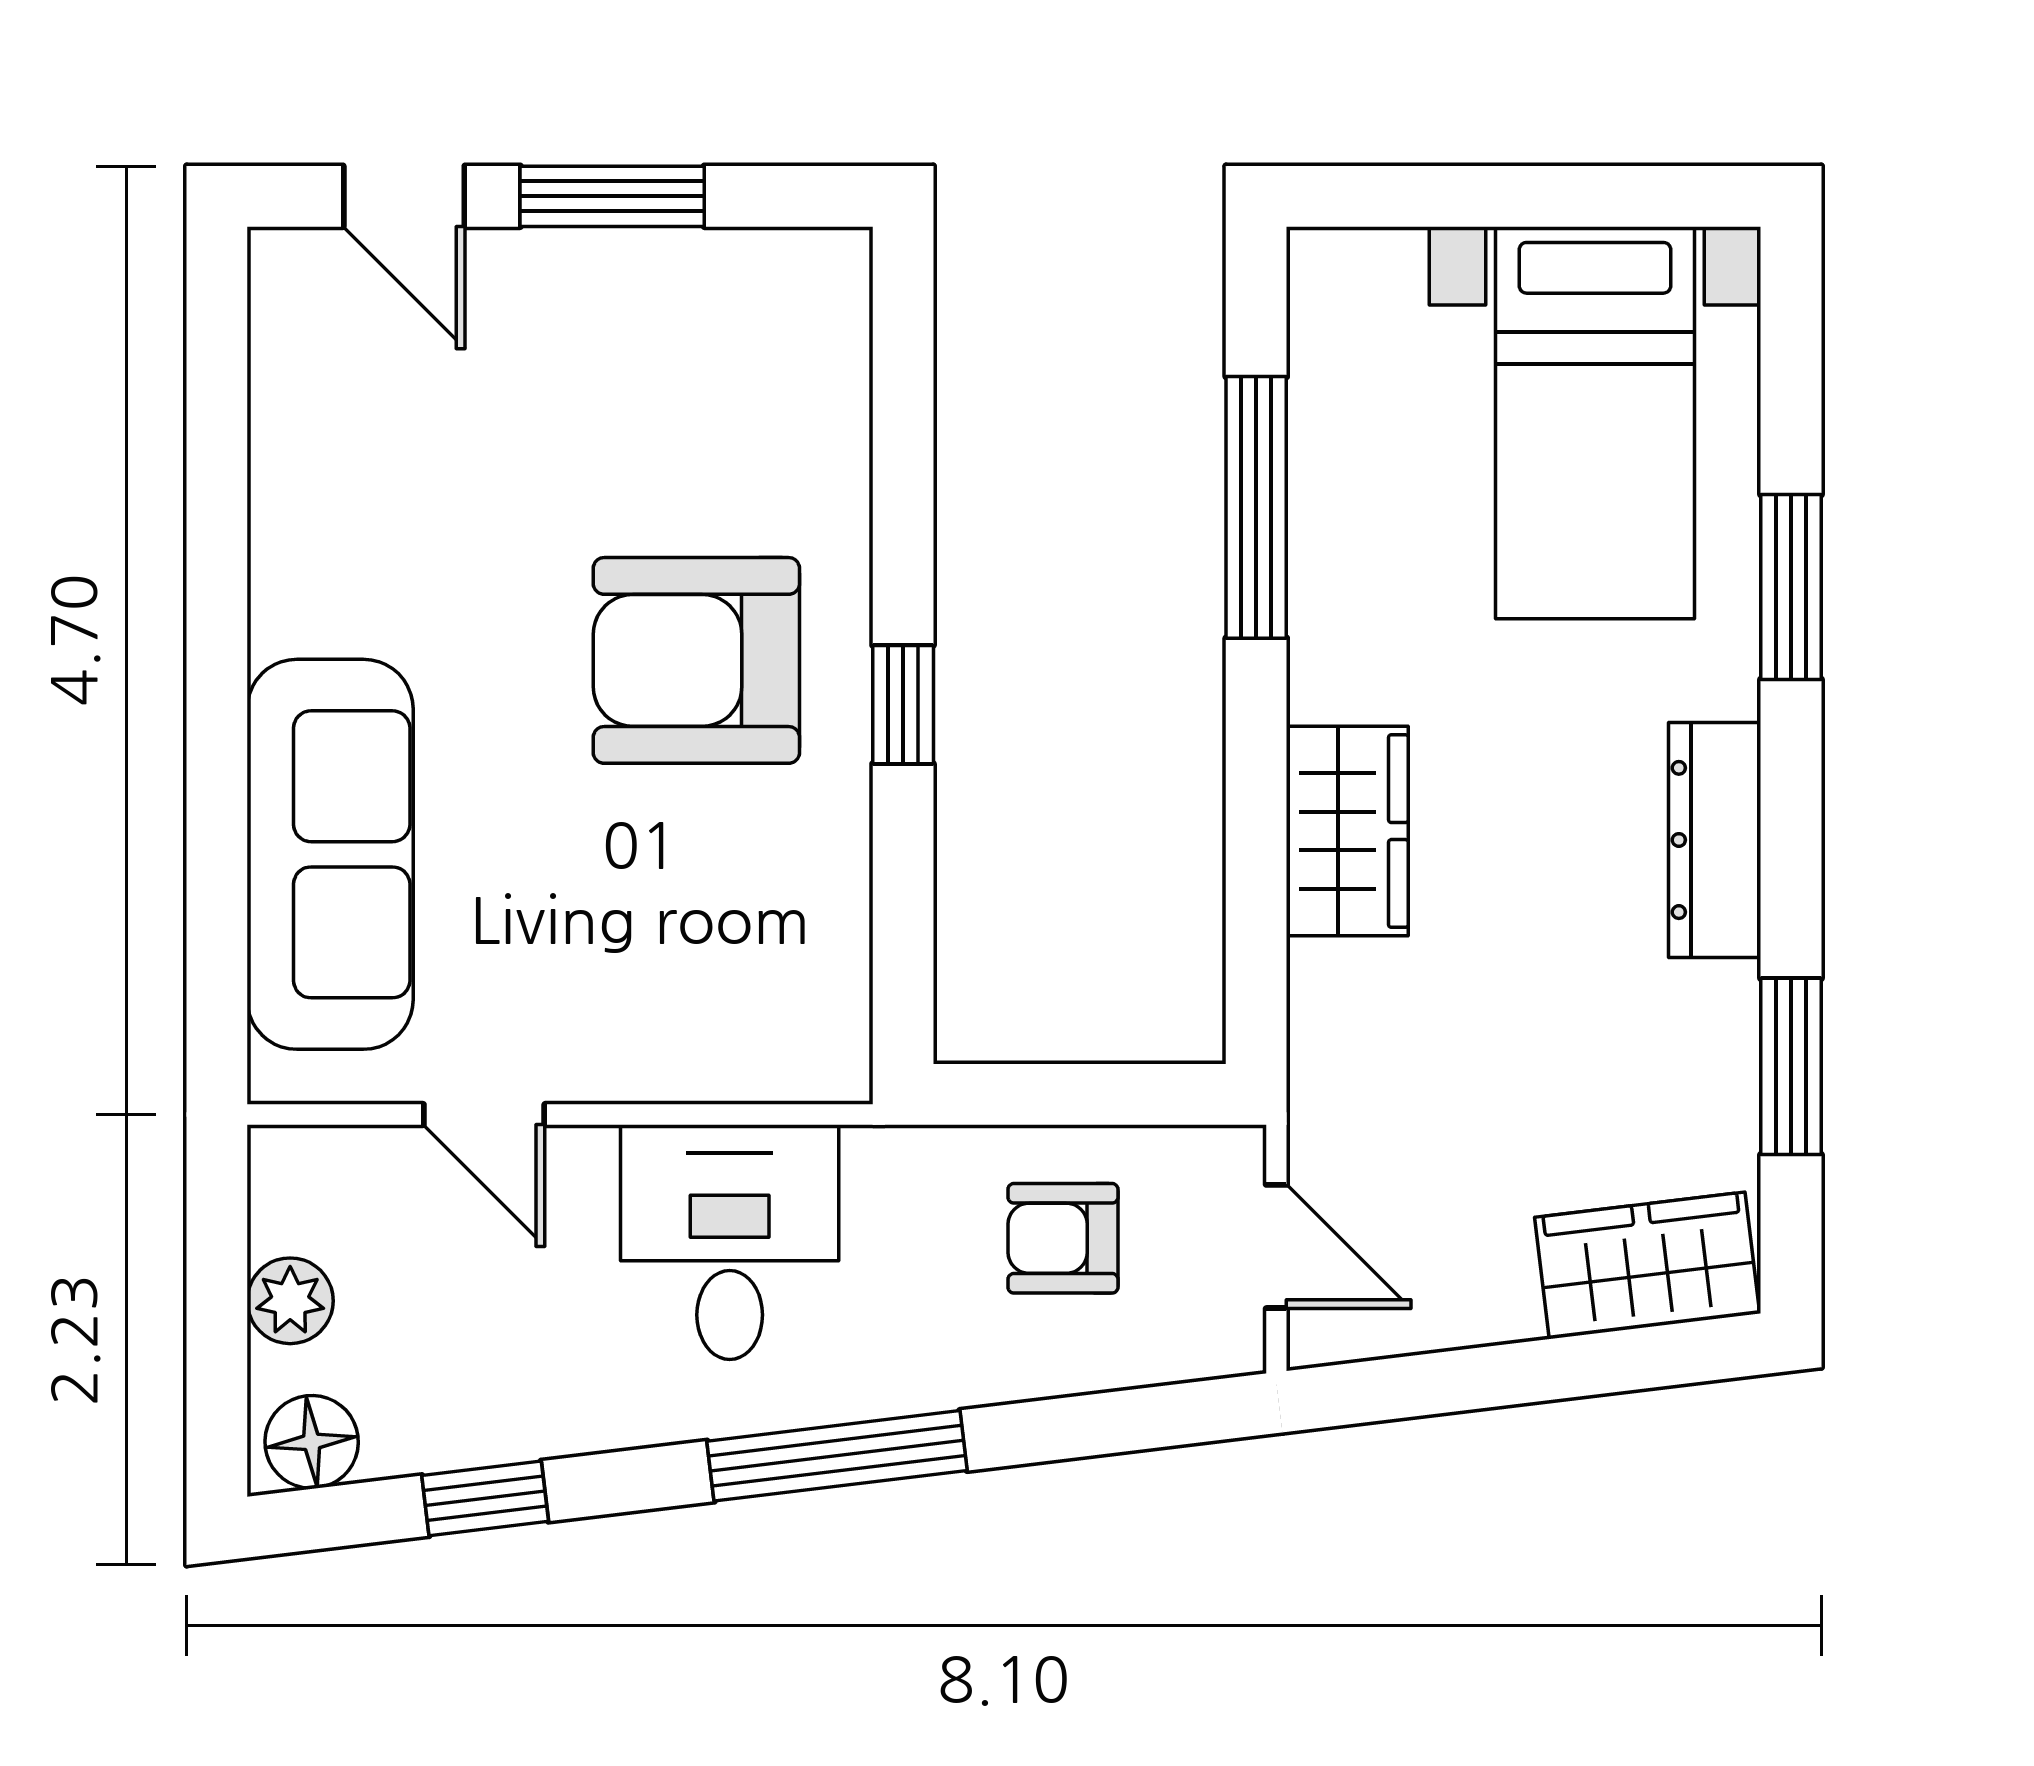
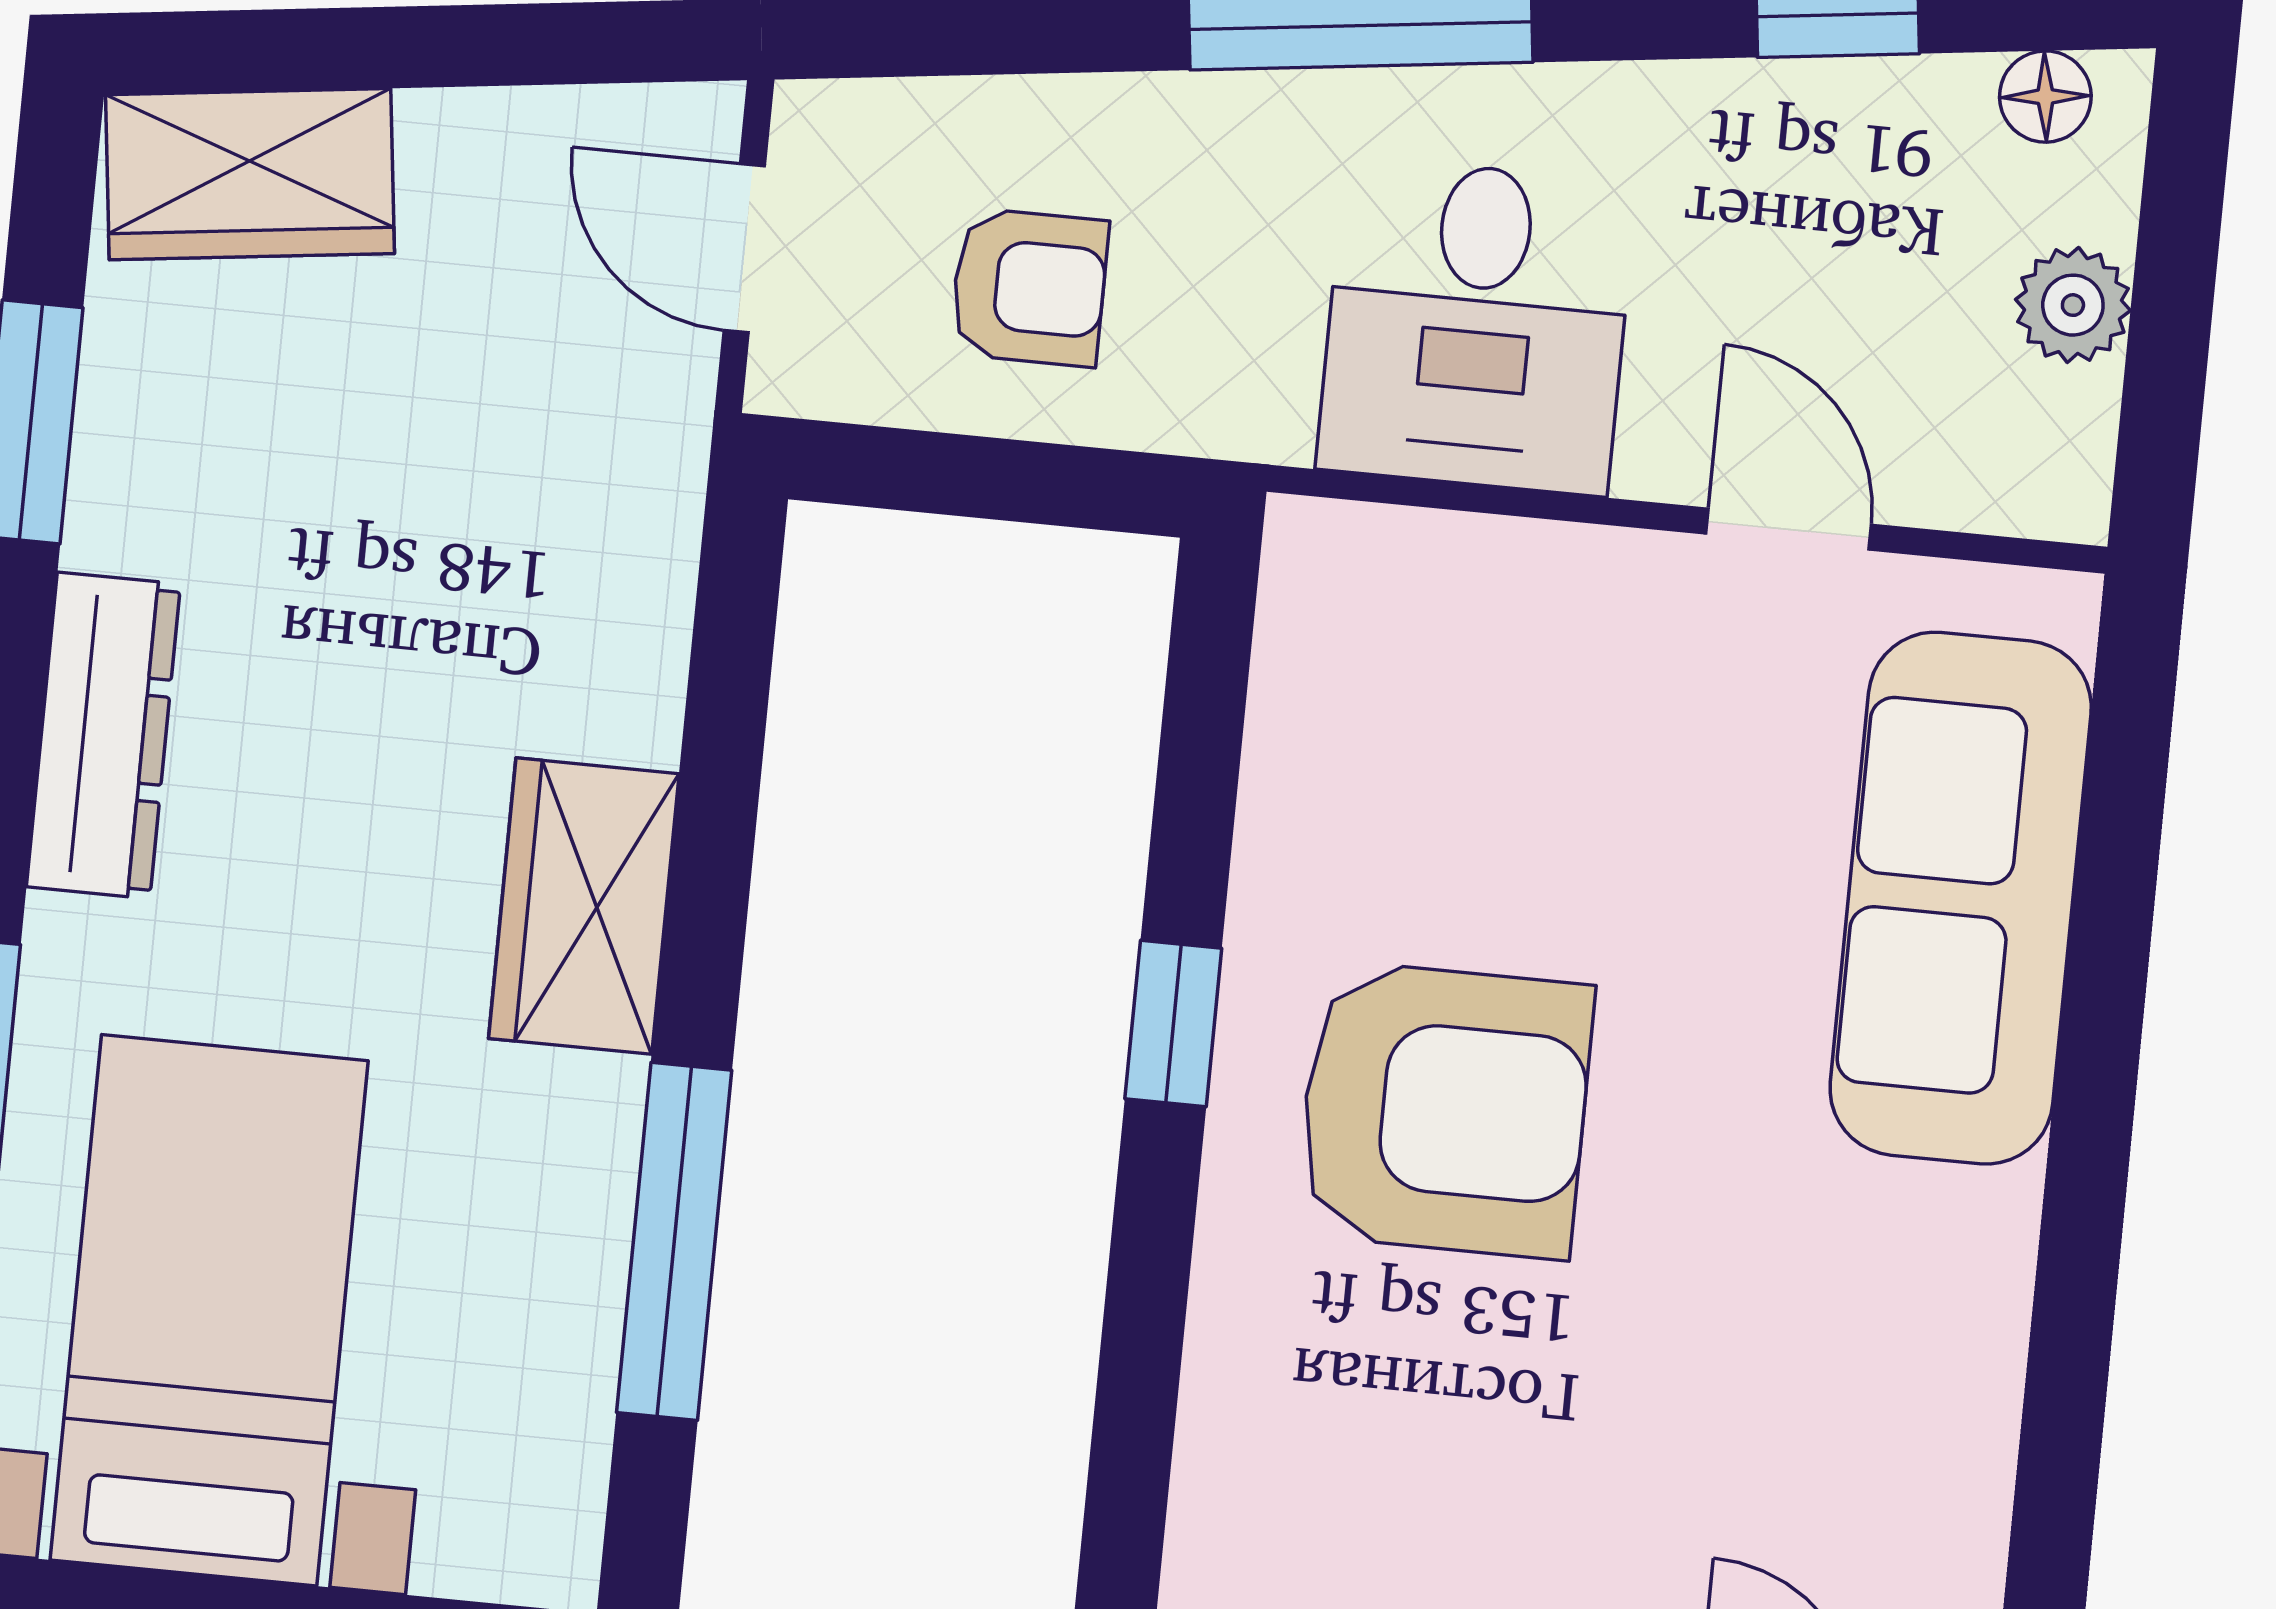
wardrobe: (1347, 831) -> (584, 906), moved
floor lamp: (312, 1442) -> (2045, 97), width x0.73, depth x0.73

